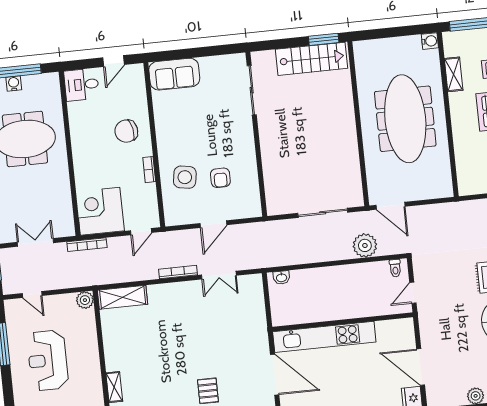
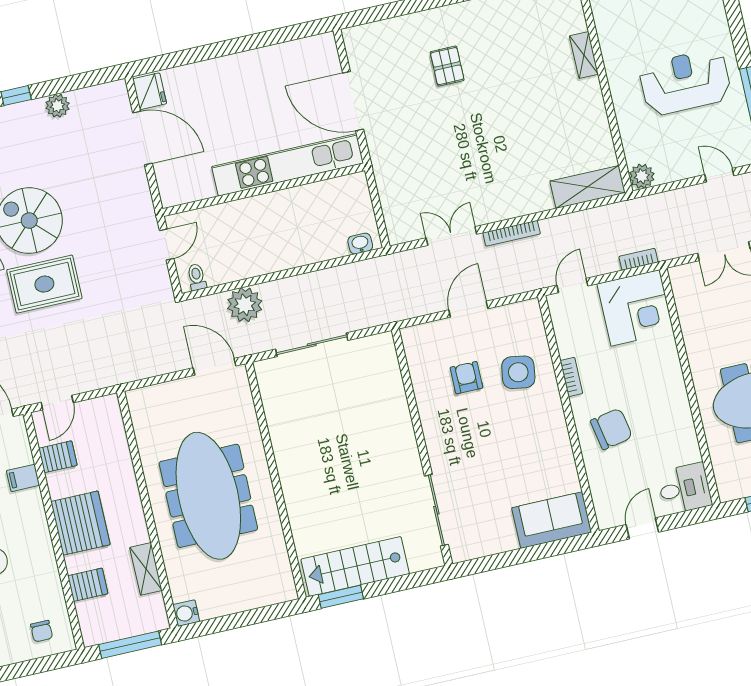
bookcase: (87, 245) -> (638, 259), width x0.64
reception desk: (48, 360) -> (685, 82), turned -90

